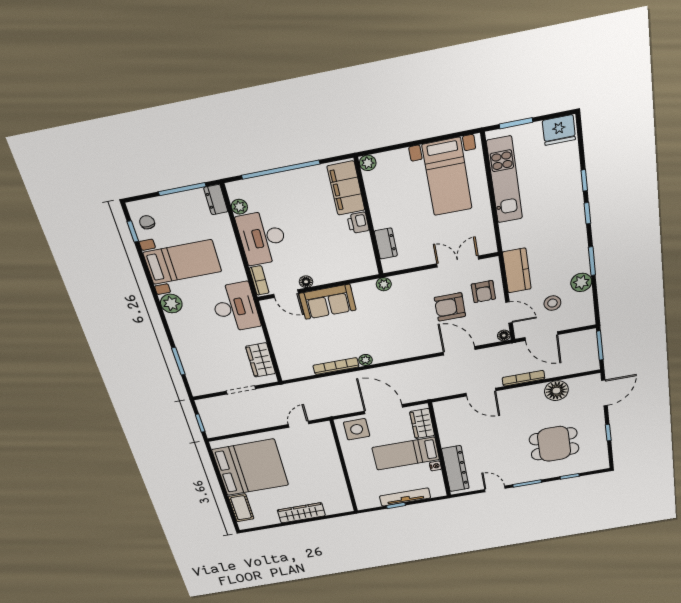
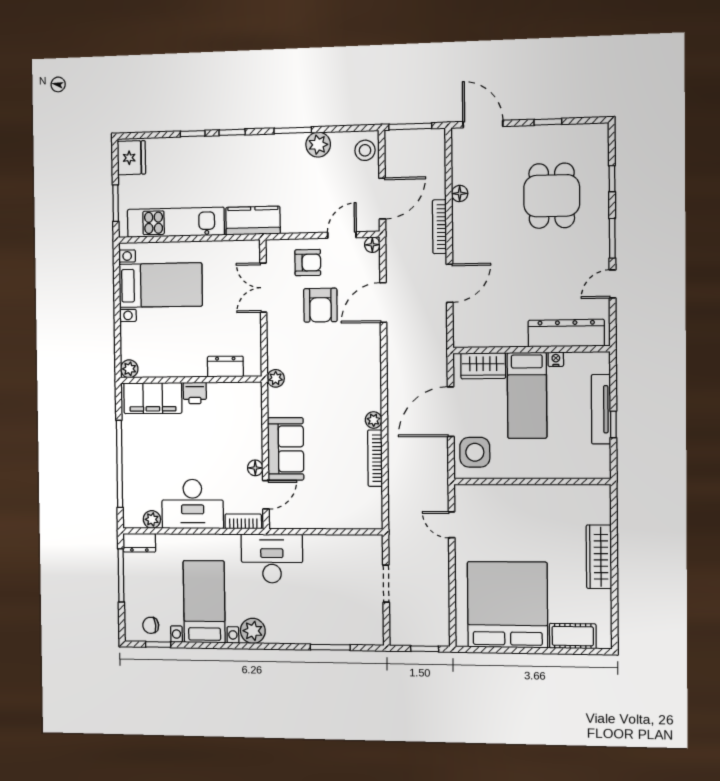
kitchen counter: (517, 271) -> (253, 221), moved
stool: (552, 303) -> (365, 150), moved
wardrobe: (261, 360) -> (348, 548), removed
floor lamp: (556, 391) -> (460, 193), width x0.53, depth x0.53

